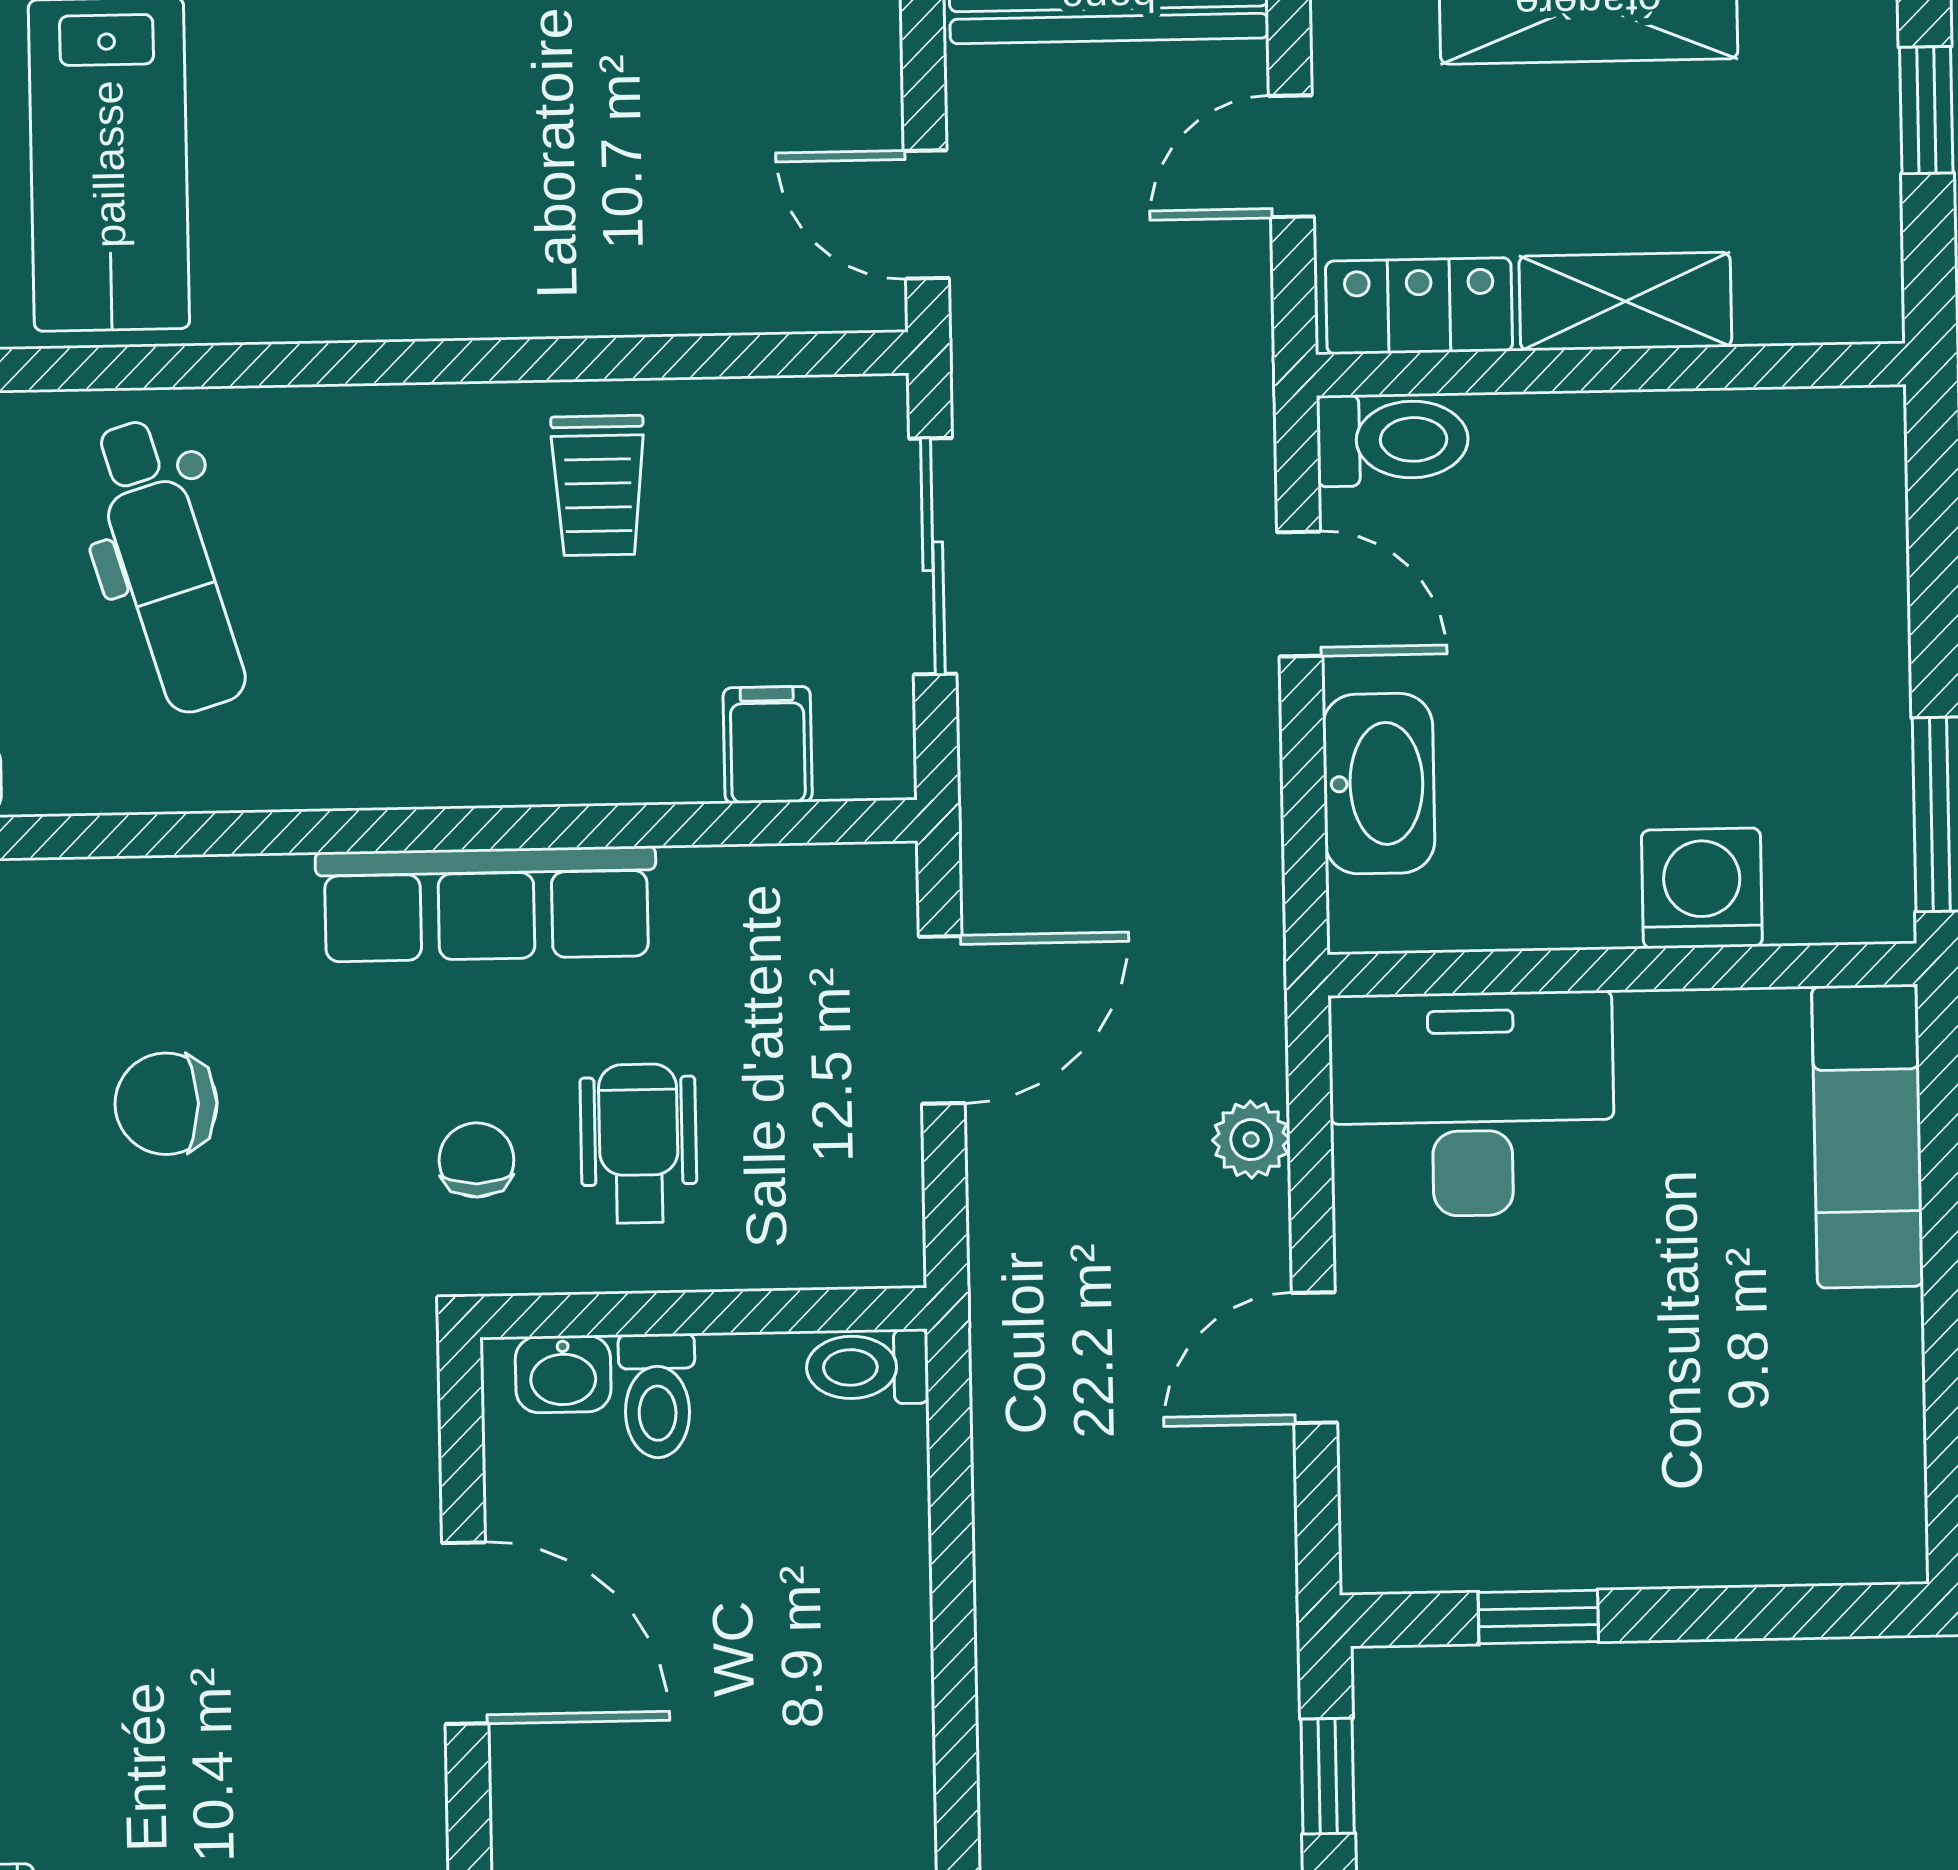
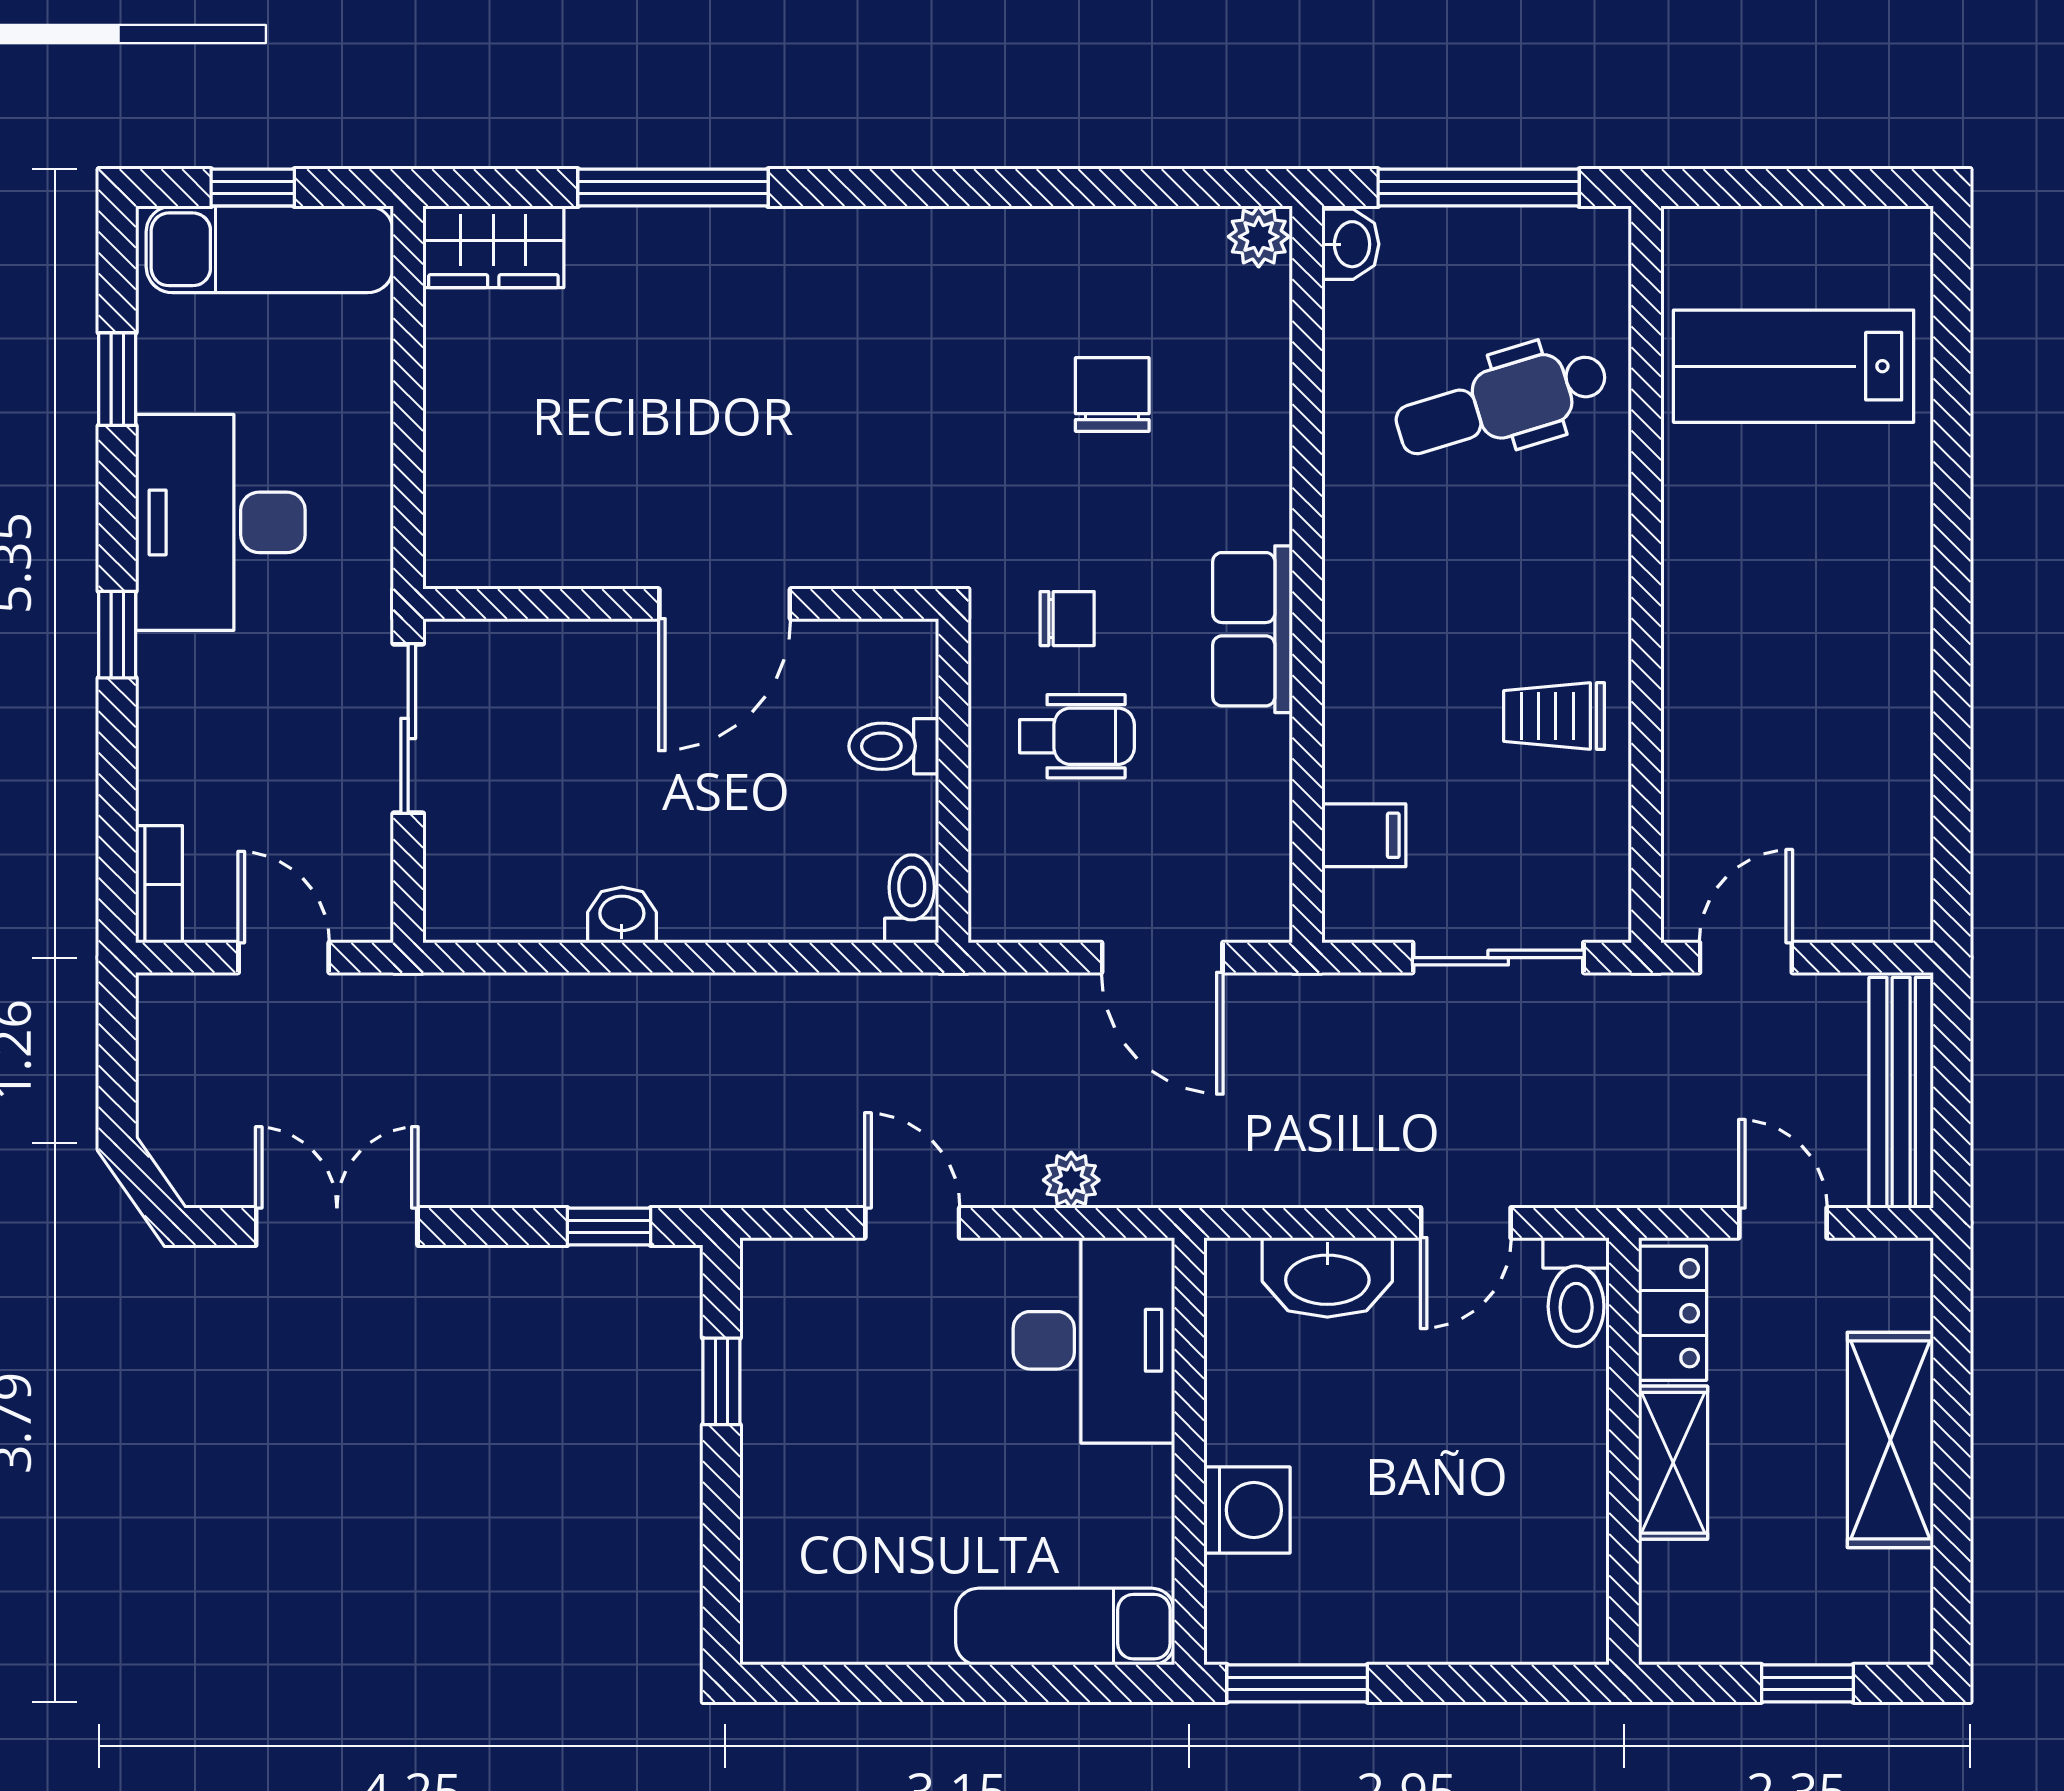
row of seats: (486, 904) -> (1253, 629), width x0.68
washbasin: (563, 1374) -> (622, 915), moved, turned 90

